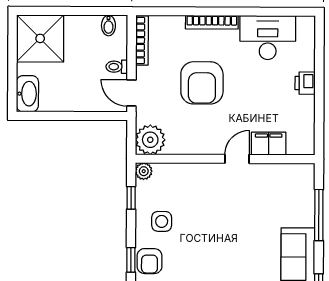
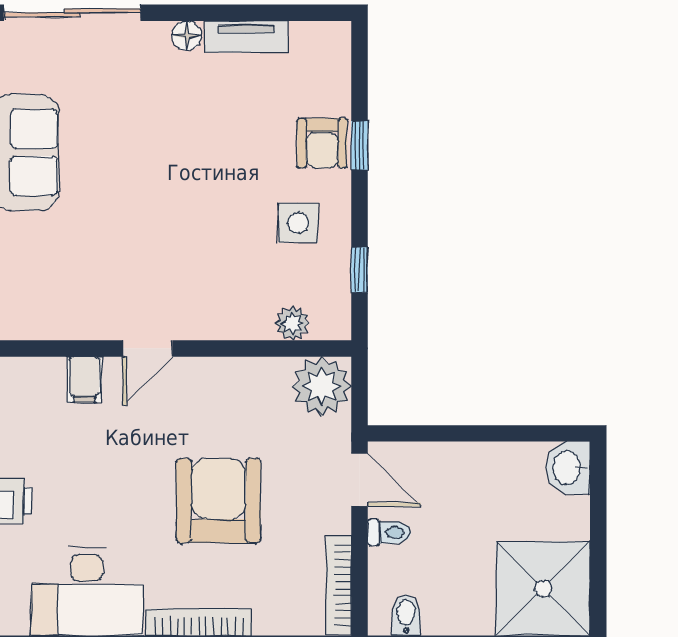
washbasin: (27, 94) -> (568, 468), width x0.72
filing cabinet: (269, 144) -> (84, 379), width x0.50
plant: (144, 171) -> (293, 323), moved
armchair: (149, 261) -> (322, 143), turned 180

